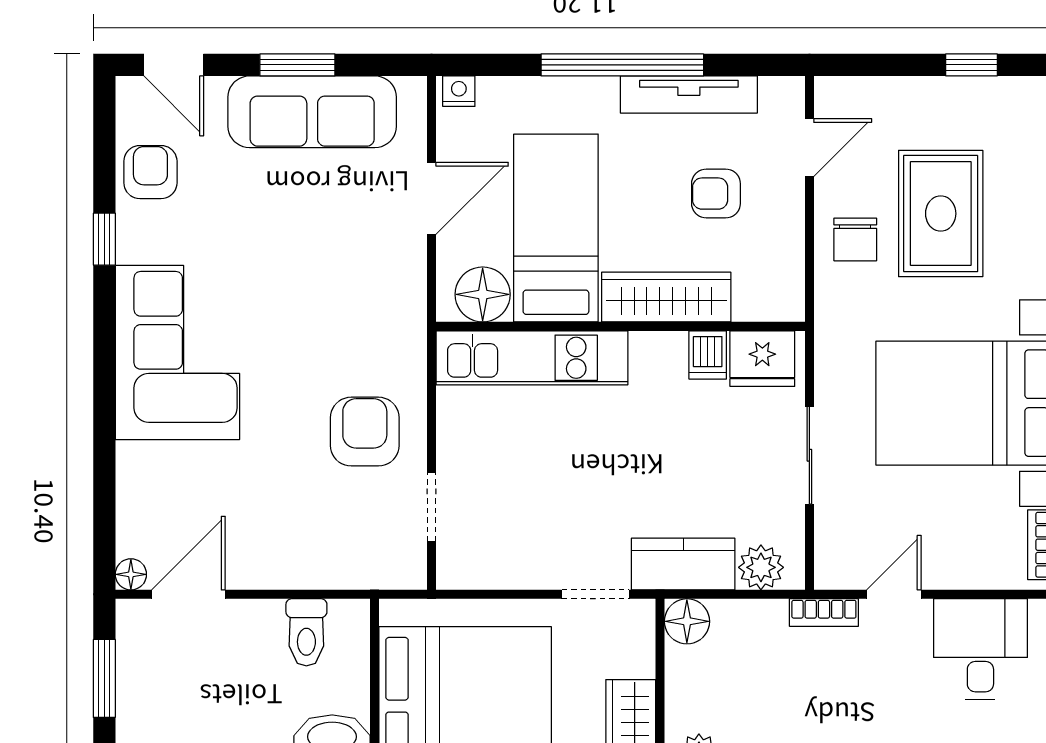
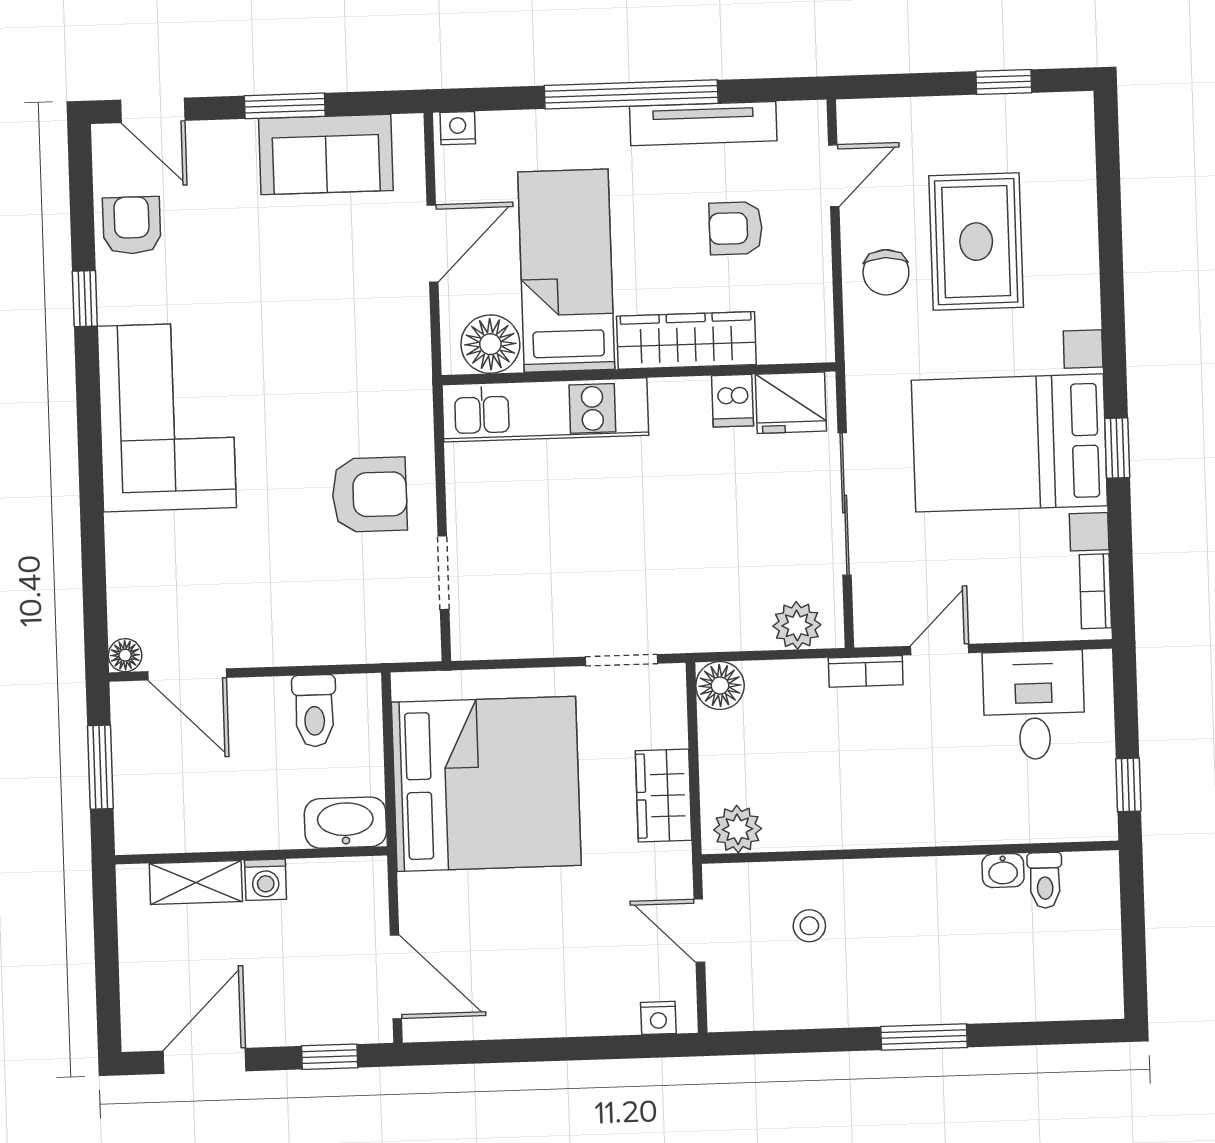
sofa: (312, 112) -> (326, 155), width x0.73
armchair: (365, 432) -> (370, 495), turned 90
sliding door: (809, 455) -> (845, 504), width x1.37
kitchen counter: (683, 564) -> (714, 625), removed
door: (188, 594) -> (187, 674), swing flipped

